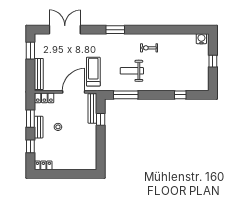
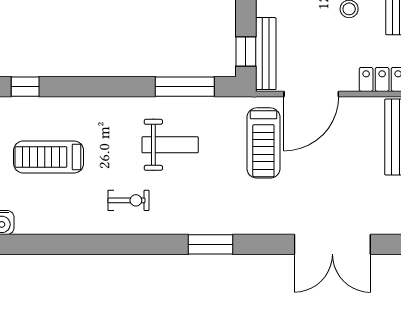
treadmill: (182, 66) -> (49, 157), added
window: (180, 95) -> (25, 87), moved
window: (101, 119) -> (246, 51), moved

